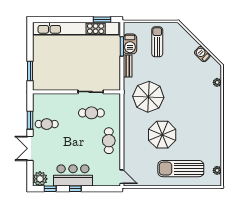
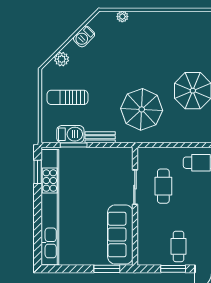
plant: (186, 37) -> (62, 59), added
sofa: (56, 81) -> (120, 235), added

